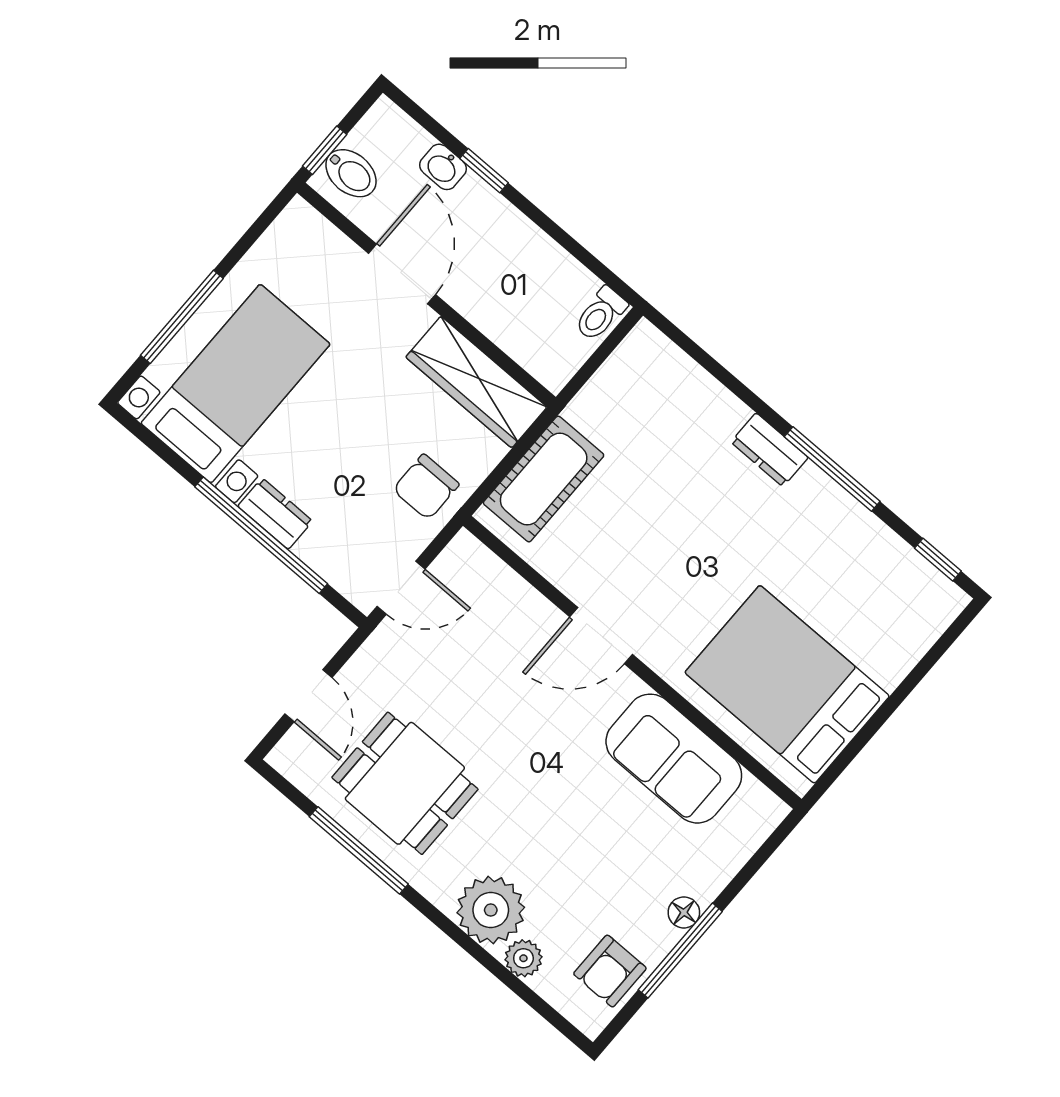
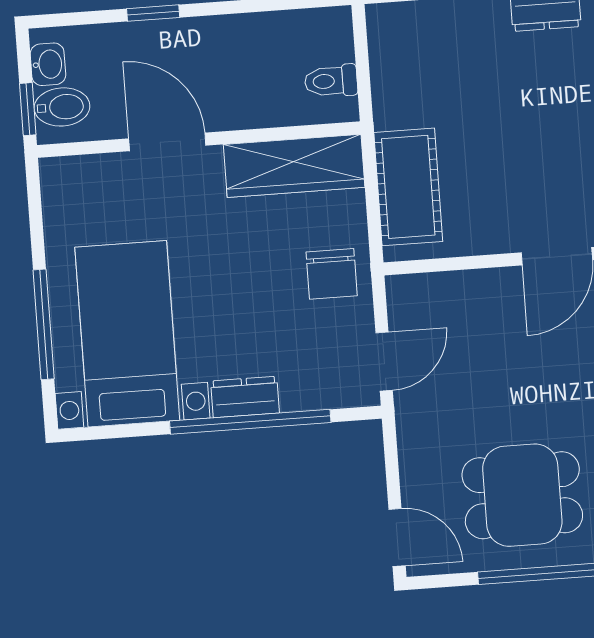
washbasin: (443, 167) -> (48, 64), moved, turned -90
toilet: (601, 314) -> (331, 81), moved, turned 90
door: (308, 696) -> (397, 537), moved

